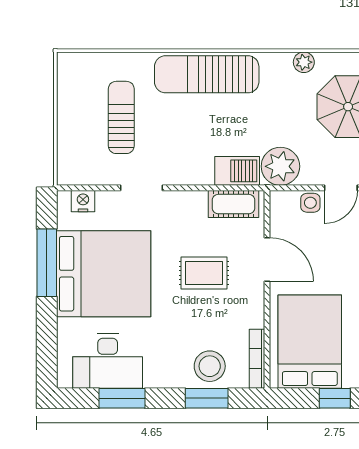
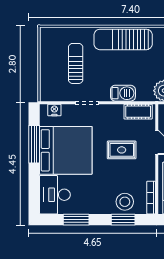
barbecue: (237, 171) -> (123, 93), moved
desk: (108, 361) -> (55, 195), moved, turned 90

